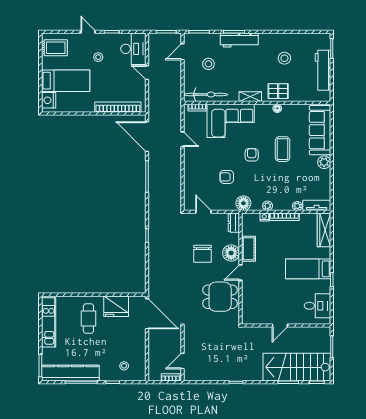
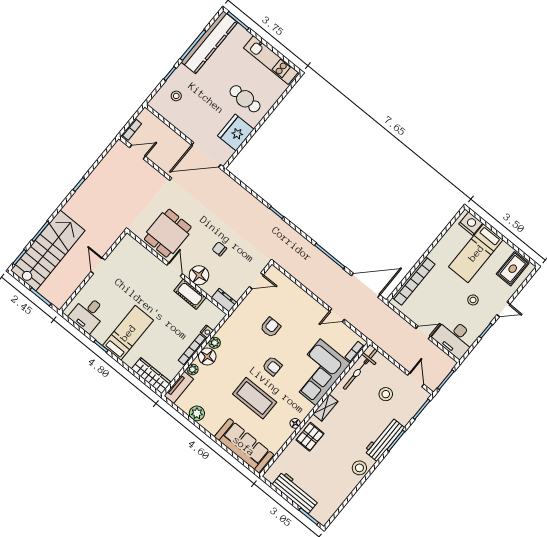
stool: (284, 58) -> (359, 468), moved
coffee table: (283, 149) -> (255, 398), width x1.36, depth x1.32
plant: (324, 162) -> (197, 413), moved
floor lamp: (243, 203) -> (207, 357), moved
chair: (202, 254) -> (219, 249), width x0.54, depth x0.54
door: (183, 361) -> (137, 152), hinge flipped

